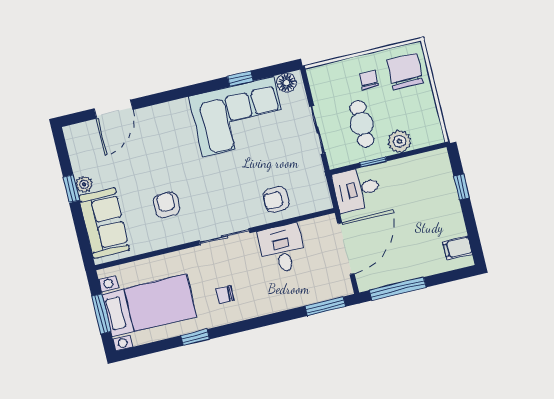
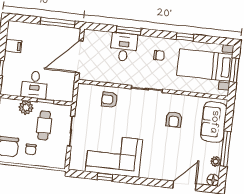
floor lamp: (286, 83) -> (213, 180), moved
plant: (84, 184) -> (216, 161), moved
window: (71, 189) -> (226, 149), width x2.17
desk: (357, 189) -> (35, 85), moved, turned 90
armchair: (276, 200) -> (109, 100), turned 180
filing cabinet: (457, 248) -> (13, 46), moved
desk: (282, 249) -> (124, 47), moved, turned 180
window: (325, 306) -> (129, 31), moved

